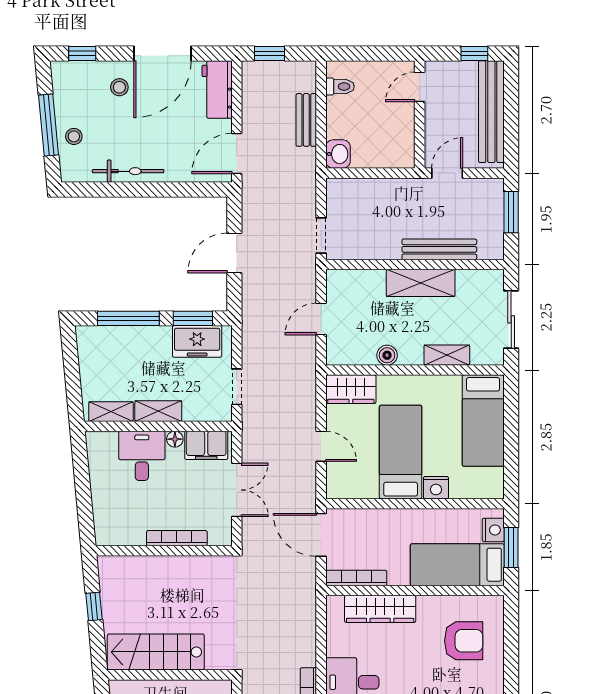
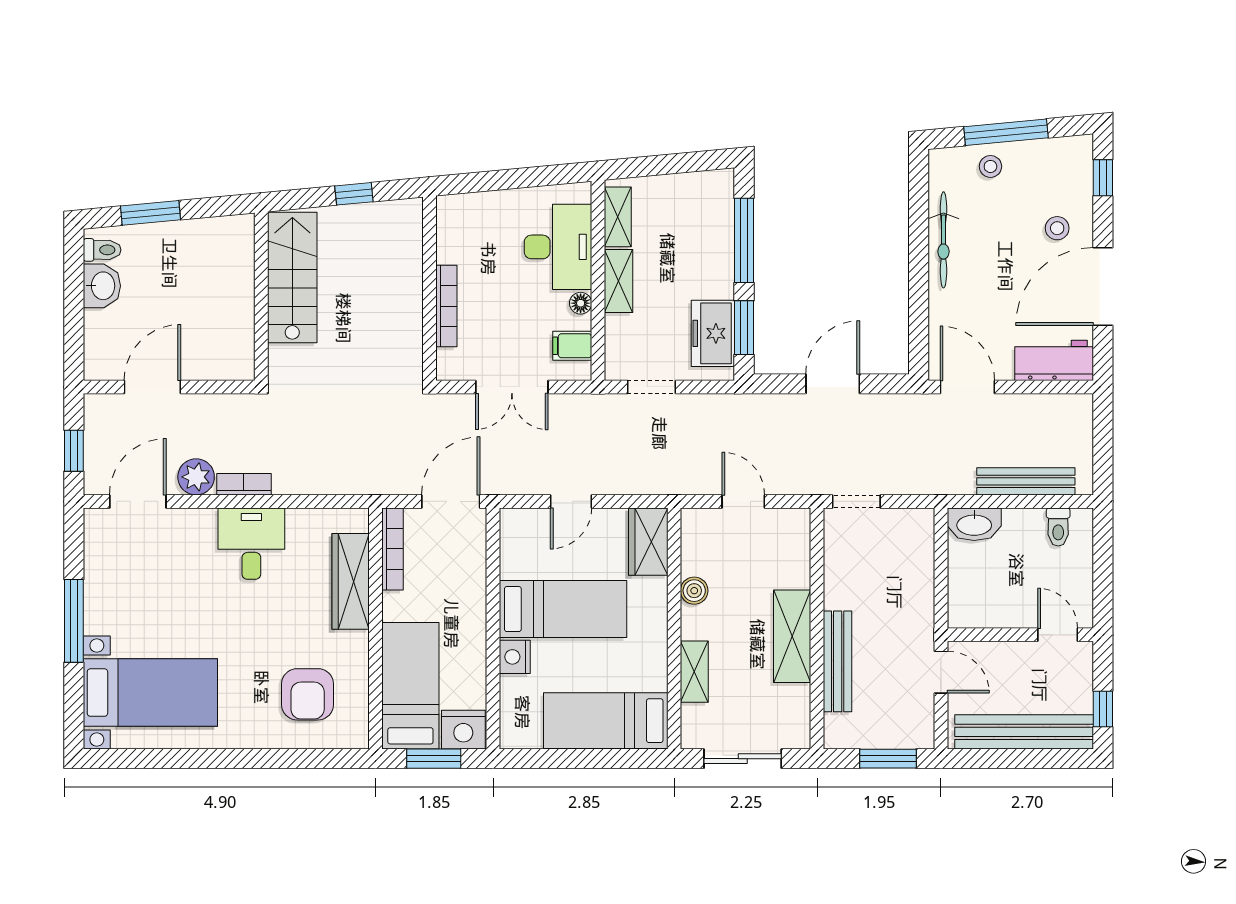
door: (162, 53) -> (1103, 287), hinge flipped
window: (270, 53) -> (1103, 432), removed
bench: (306, 120) -> (1026, 481), width x1.36
washbasin: (338, 154) -> (974, 524), width x1.38
door: (234, 253) -> (833, 384), hinge flipped
filing cabinet: (206, 445) -> (572, 346), width x0.50
desk: (142, 456) -> (558, 247), width x1.37
nightstand: (493, 530) -> (463, 730), width x1.36, depth x1.33

